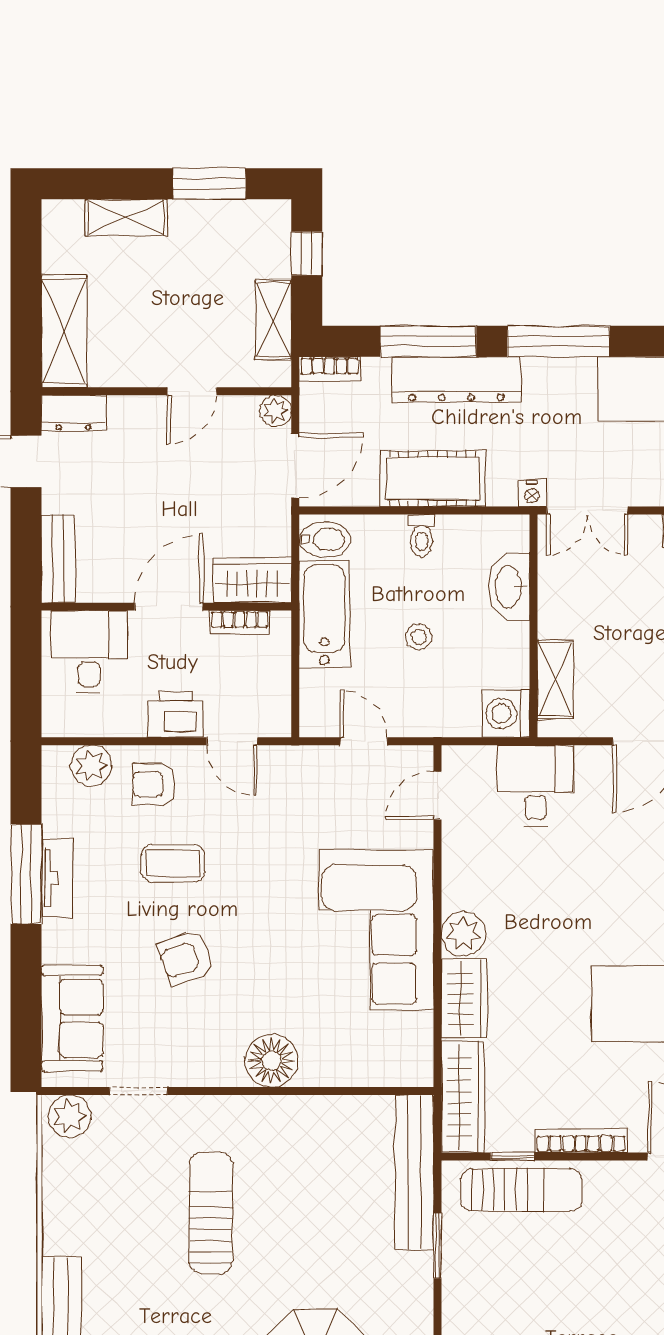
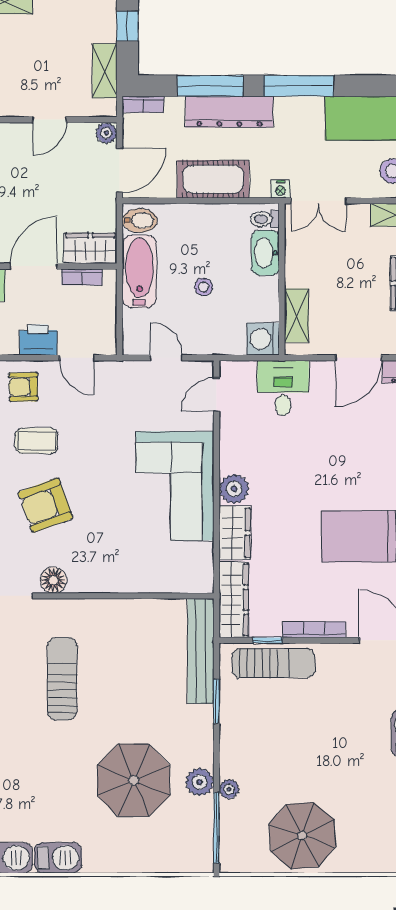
toilet: (422, 536) -> (265, 219), moved, turned 90
armchair: (186, 958) -> (45, 505), width x1.38, depth x1.38
floor lamp: (271, 1061) -> (53, 580), moved, width x0.73, depth x0.73

